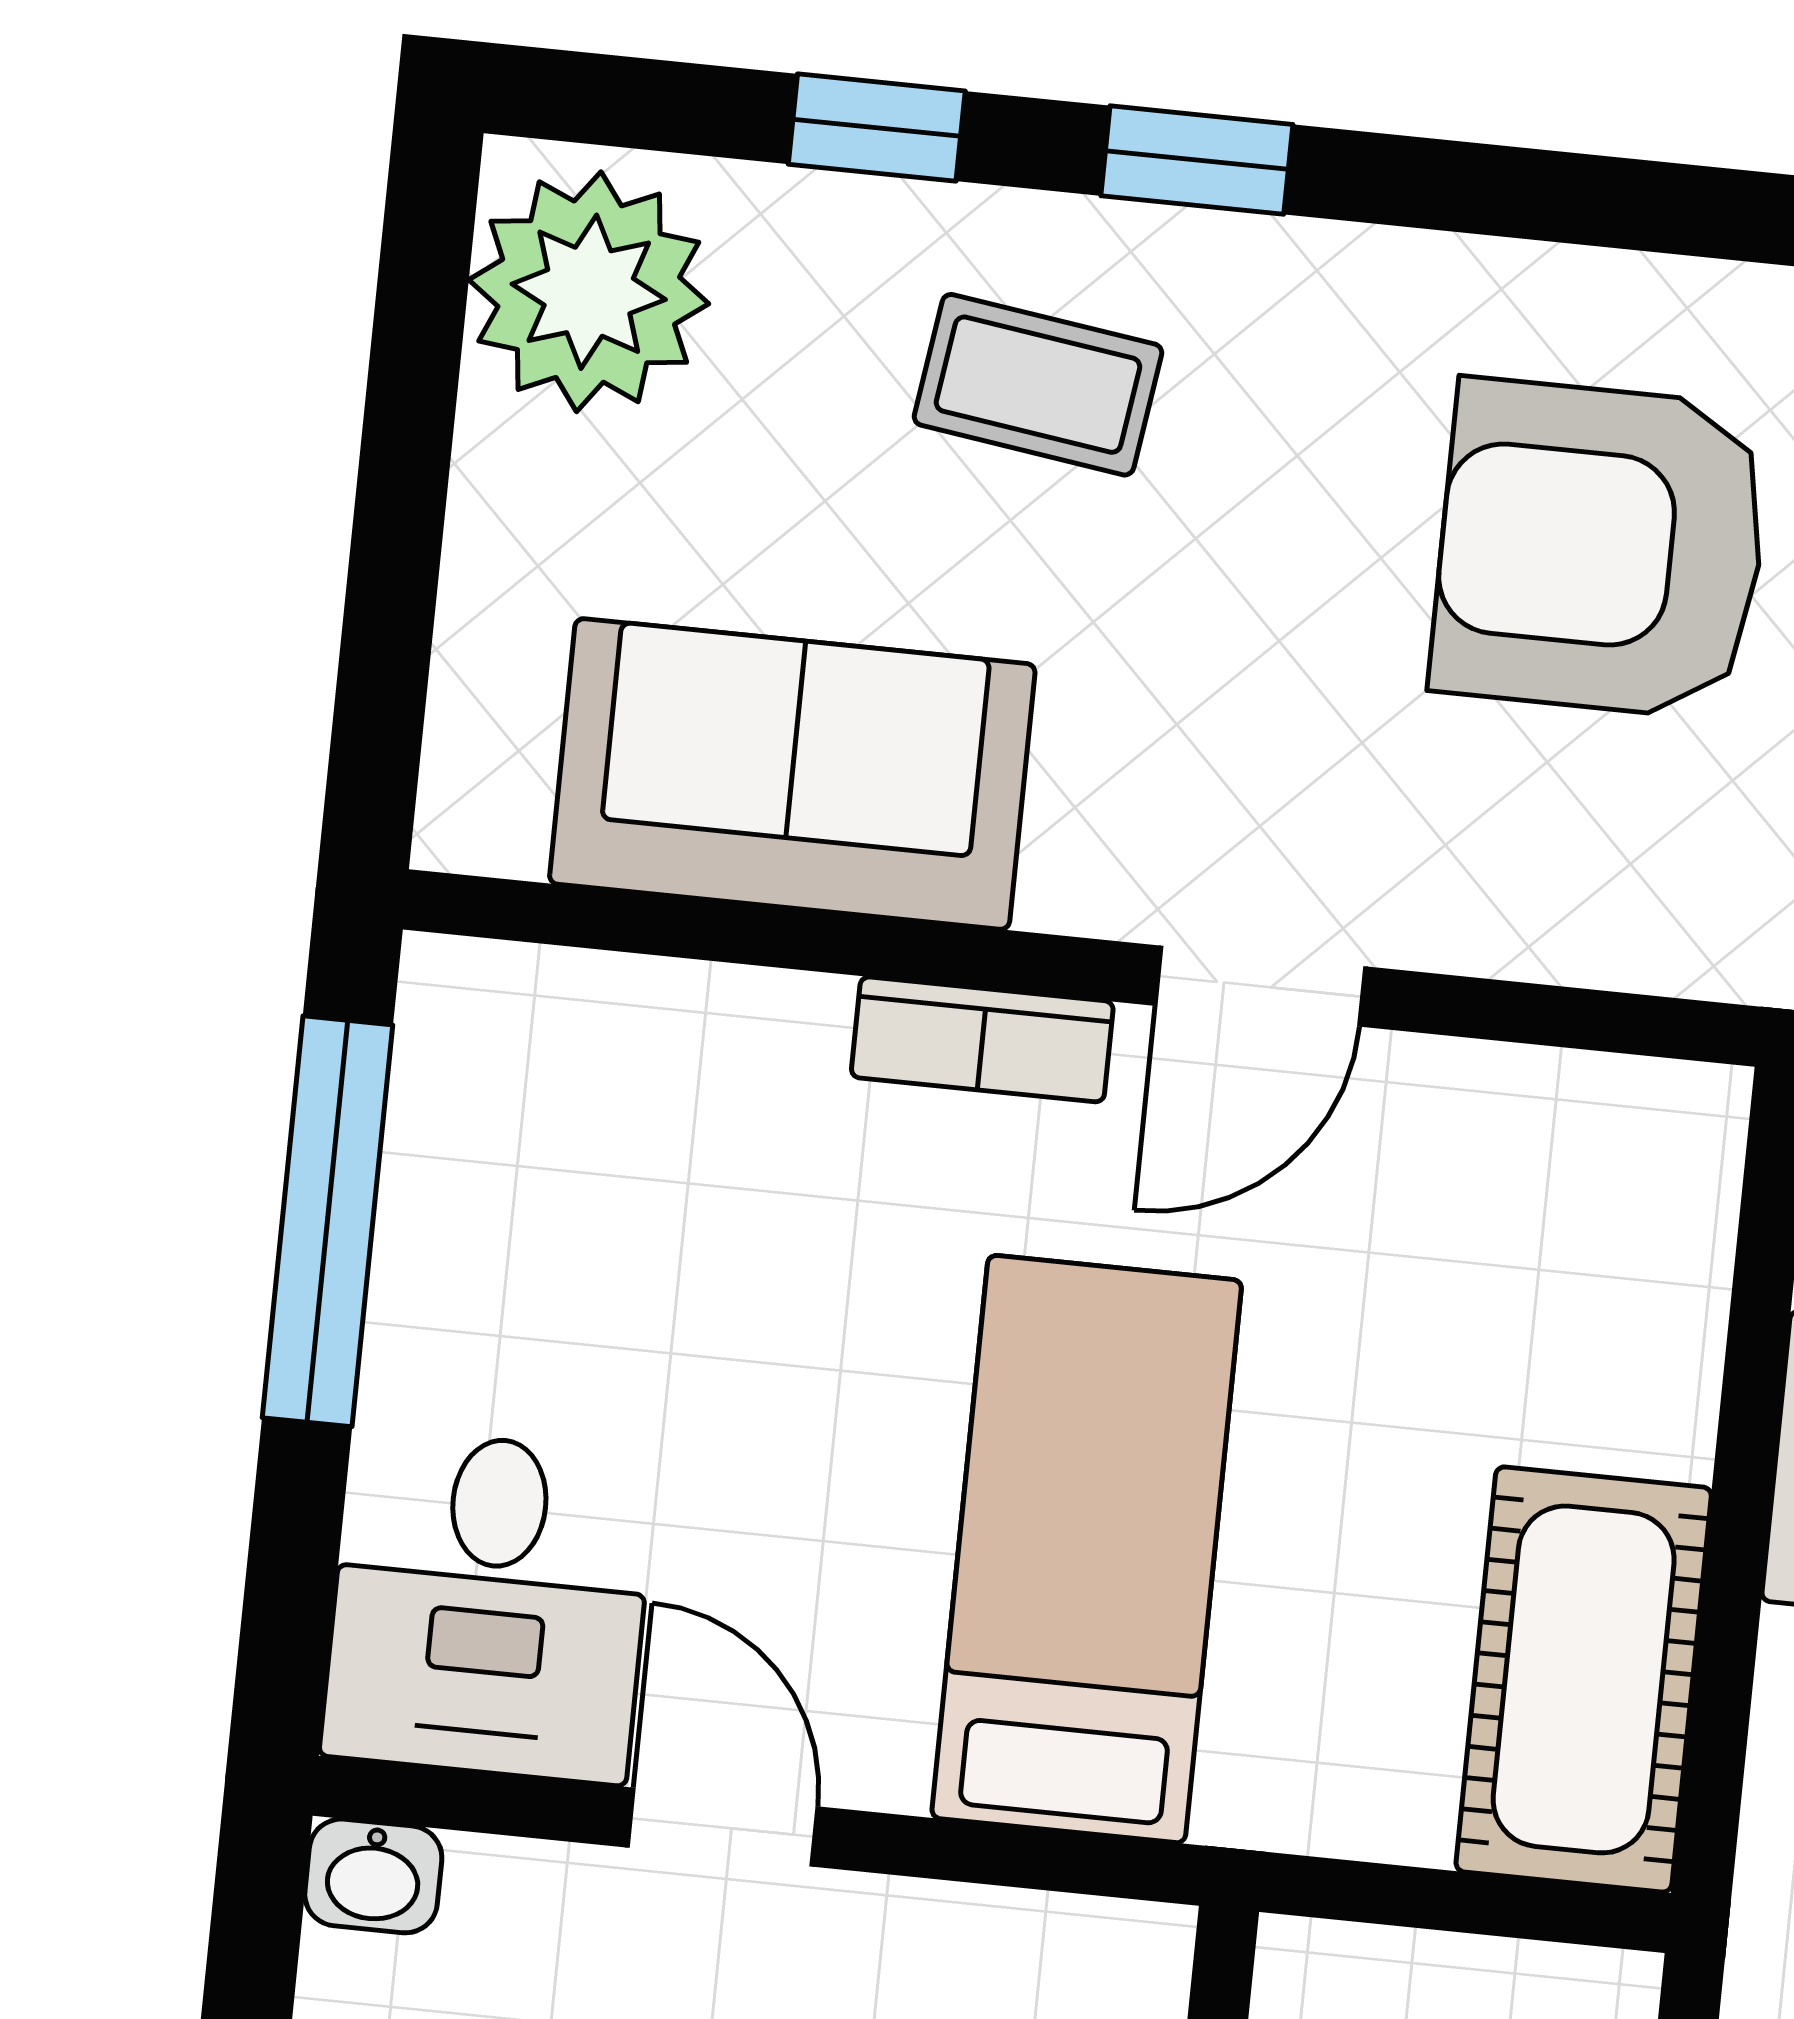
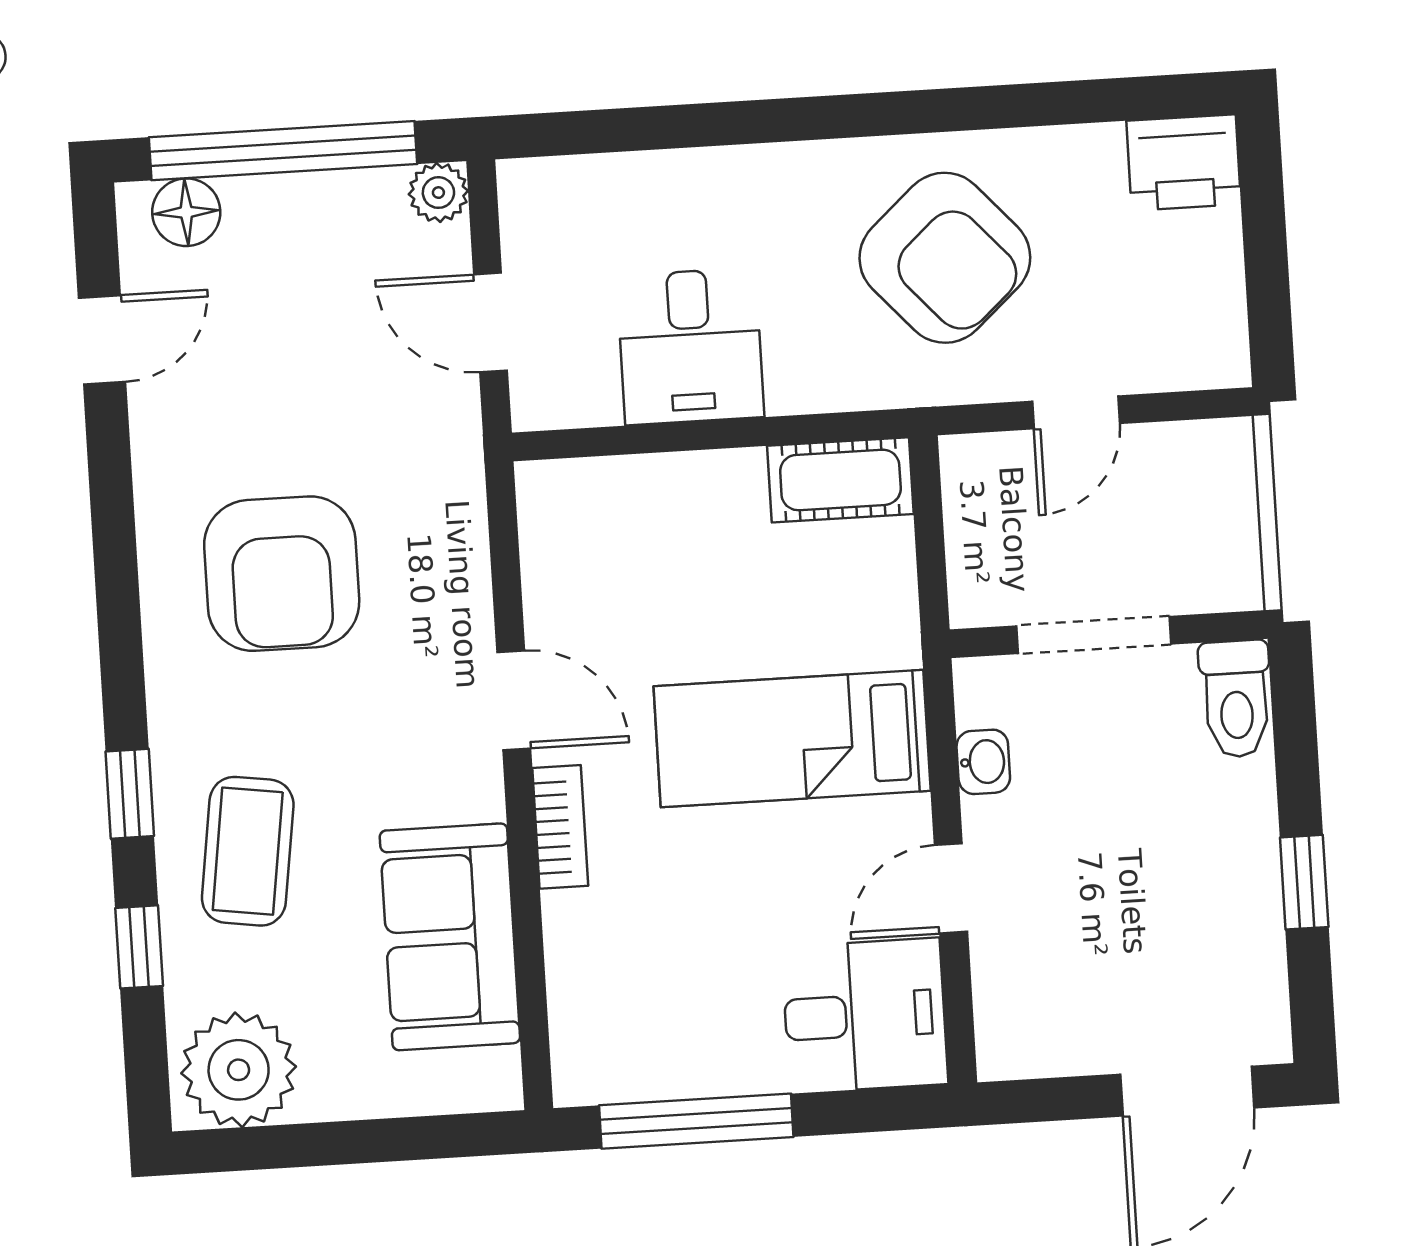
coffee table: (1038, 385) -> (248, 851), width x1.36, depth x1.30
cot: (1584, 1679) -> (840, 480), width x0.73, depth x0.75
washbasin: (373, 1876) -> (983, 762), moved

